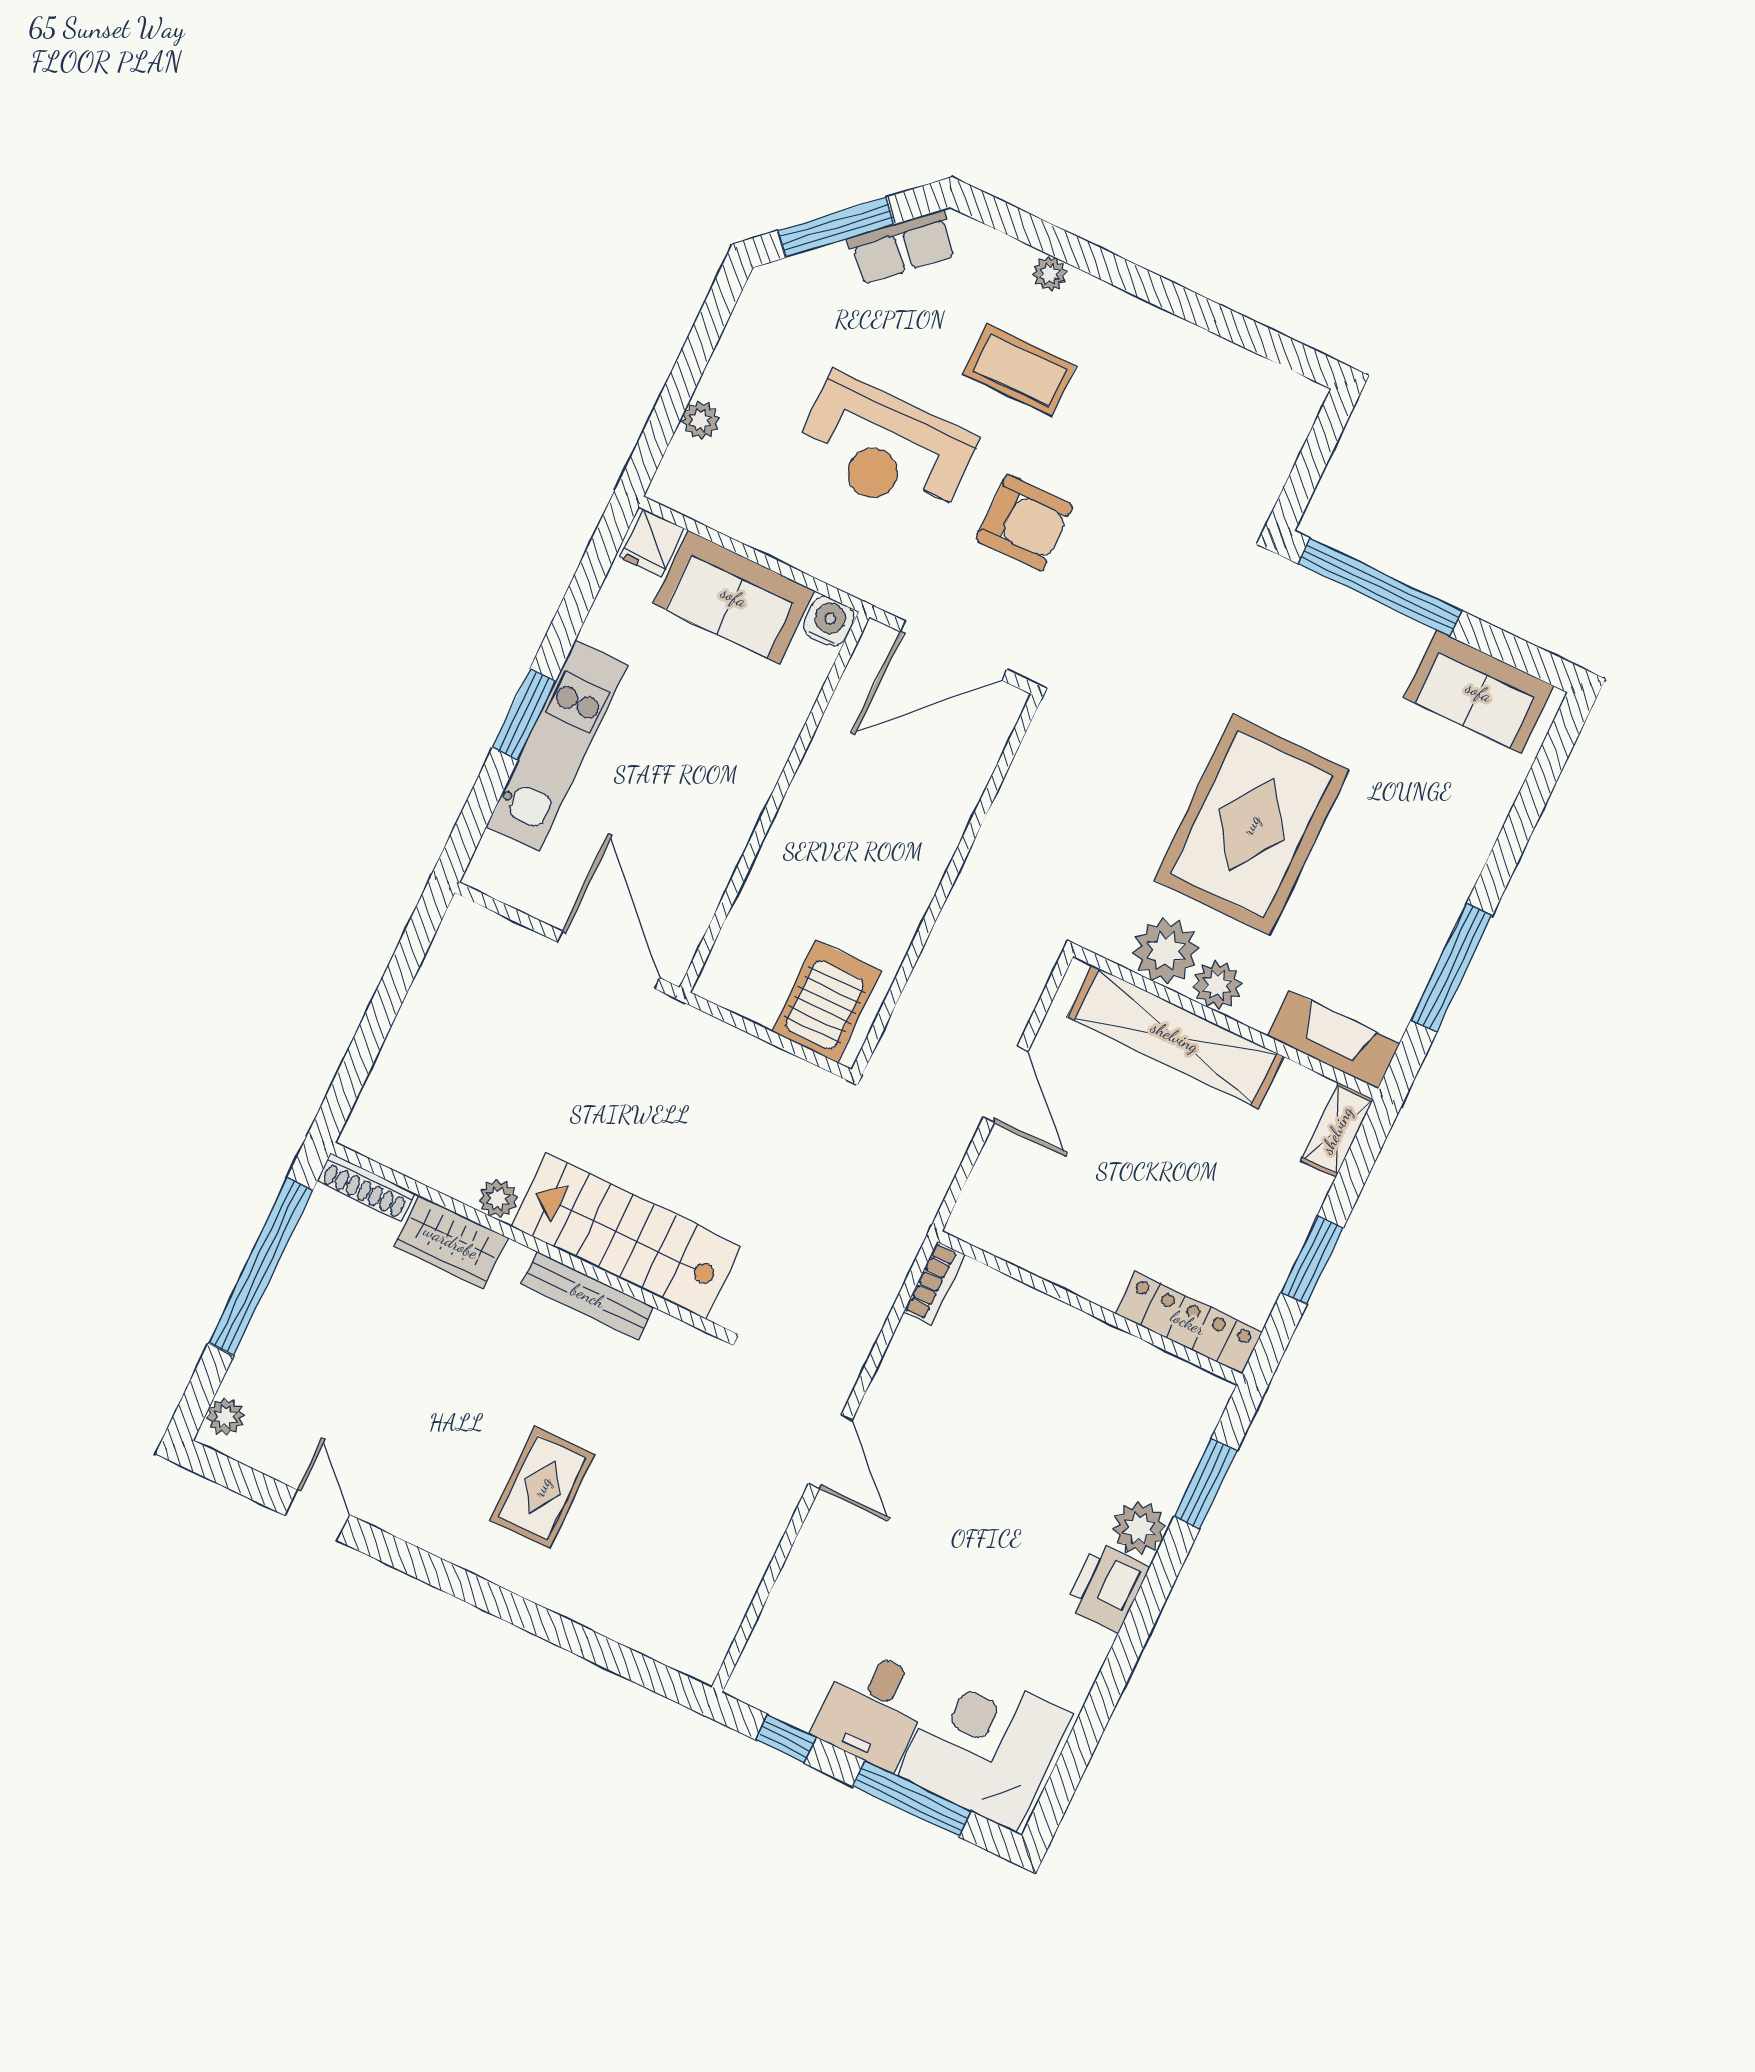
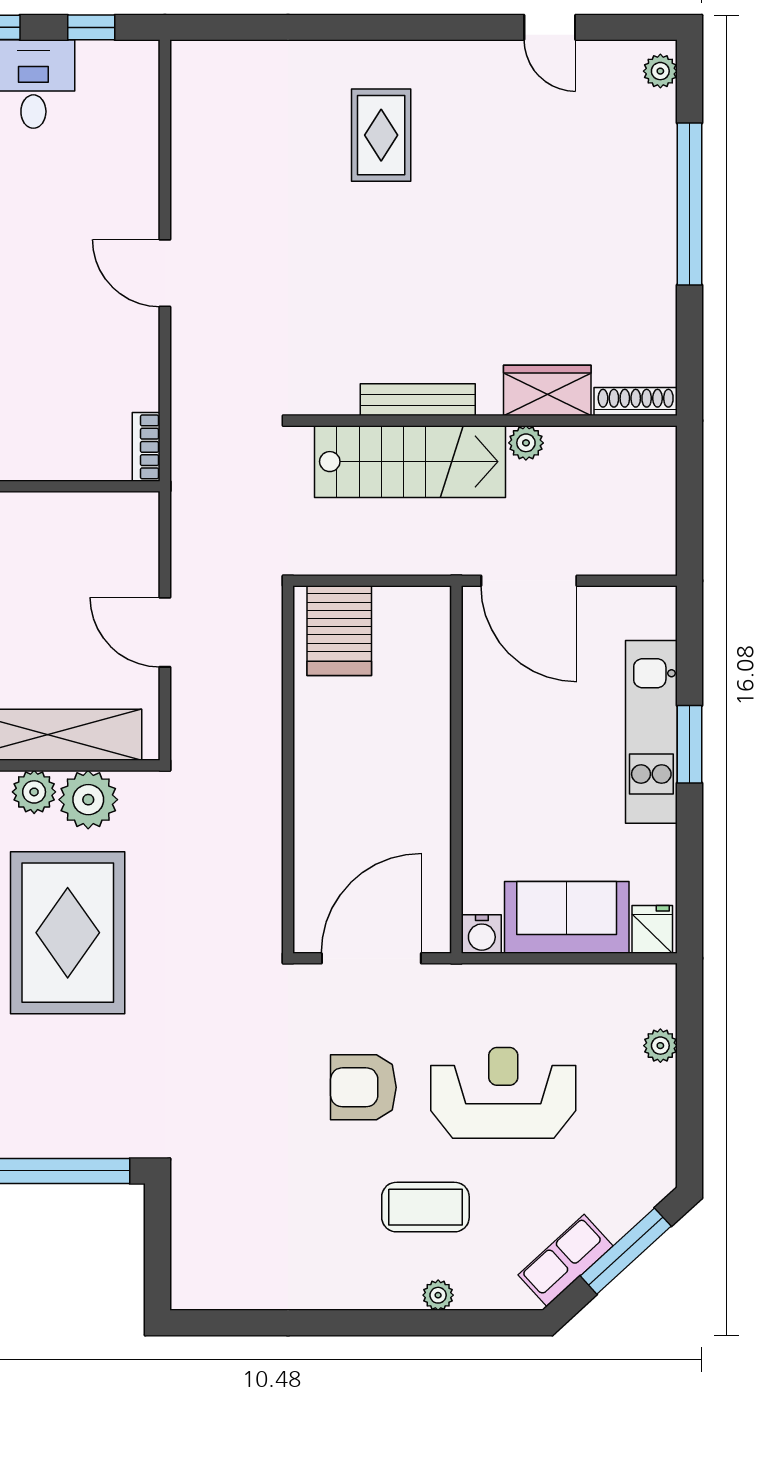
shoe rack: (366, 1187) -> (636, 402), moved
plant: (498, 1199) -> (526, 443), moved
stairs: (626, 1236) -> (410, 462), moved
wall: (529, 1241) -> (485, 421), moved
wardrobe: (451, 1242) -> (547, 390), moved
bench: (588, 1296) -> (418, 400), moved

